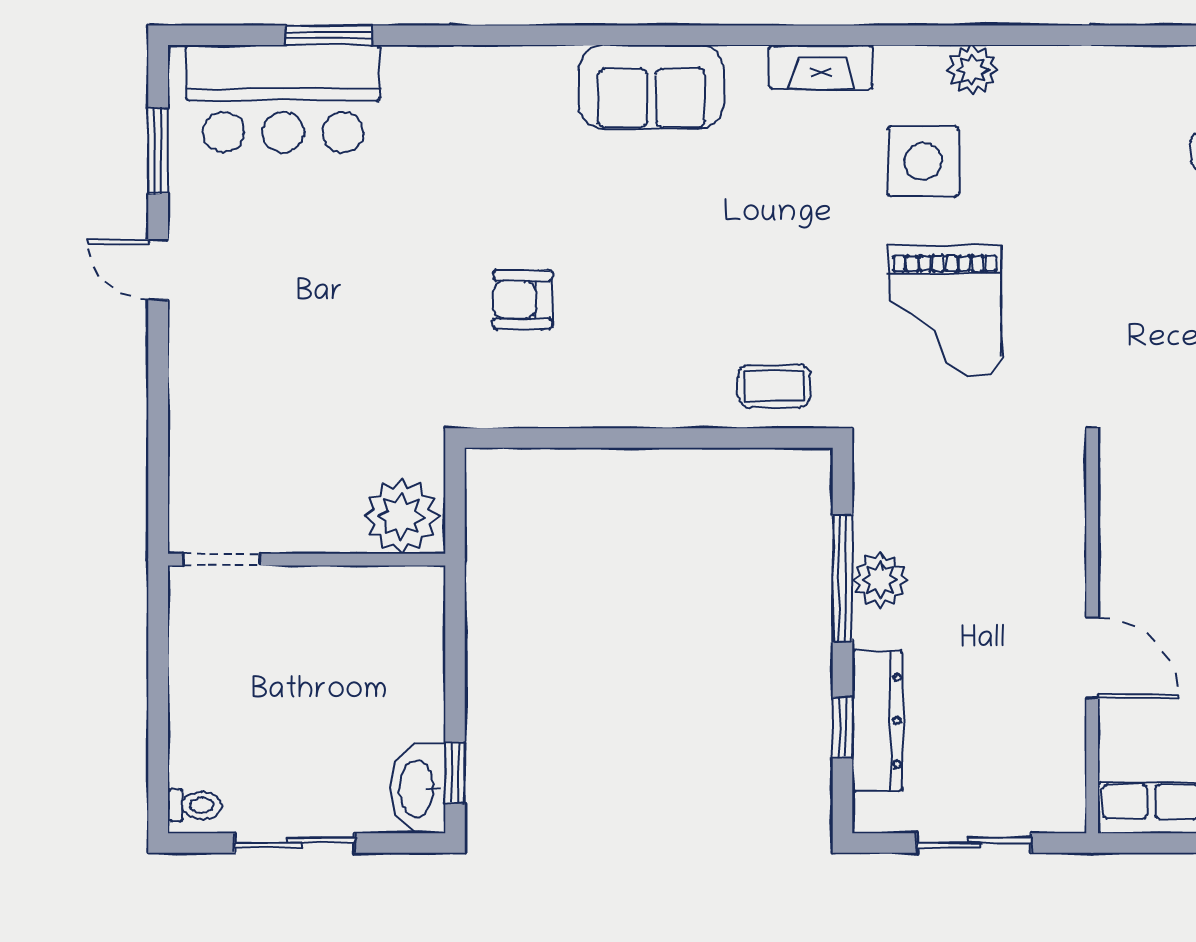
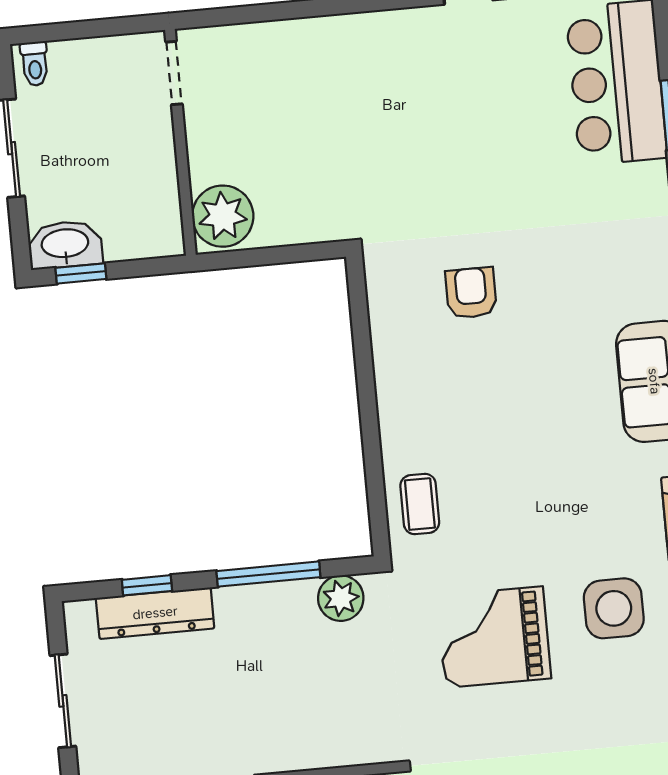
plant: (401, 516) -> (223, 216), moved
doorway: (221, 560) -> (174, 73), moved
wall: (307, 560) -> (180, 142), moved
plant: (880, 580) -> (341, 598), moved

